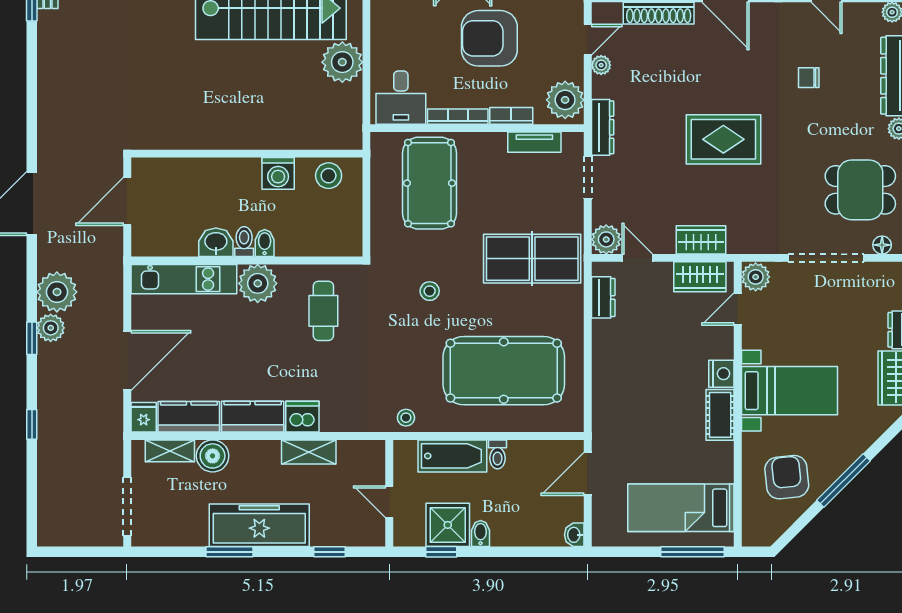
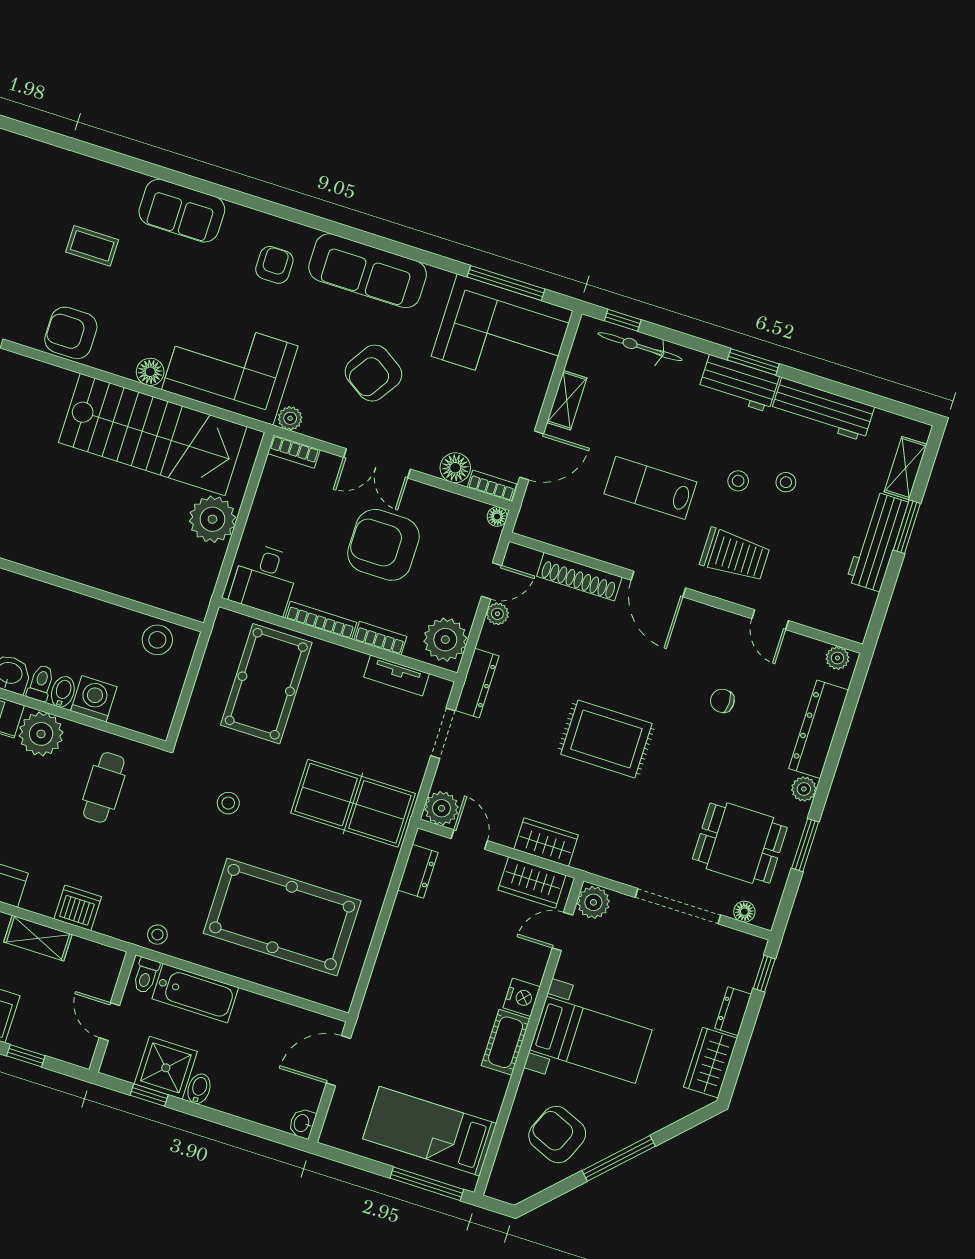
washing machine: (278, 173) -> (94, 699), moved, turned 180
dishwasher: (302, 417) -> (78, 908), moved
toilet: (498, 454) -> (146, 976), moved
armchair: (787, 477) -> (557, 1135), turned -61

